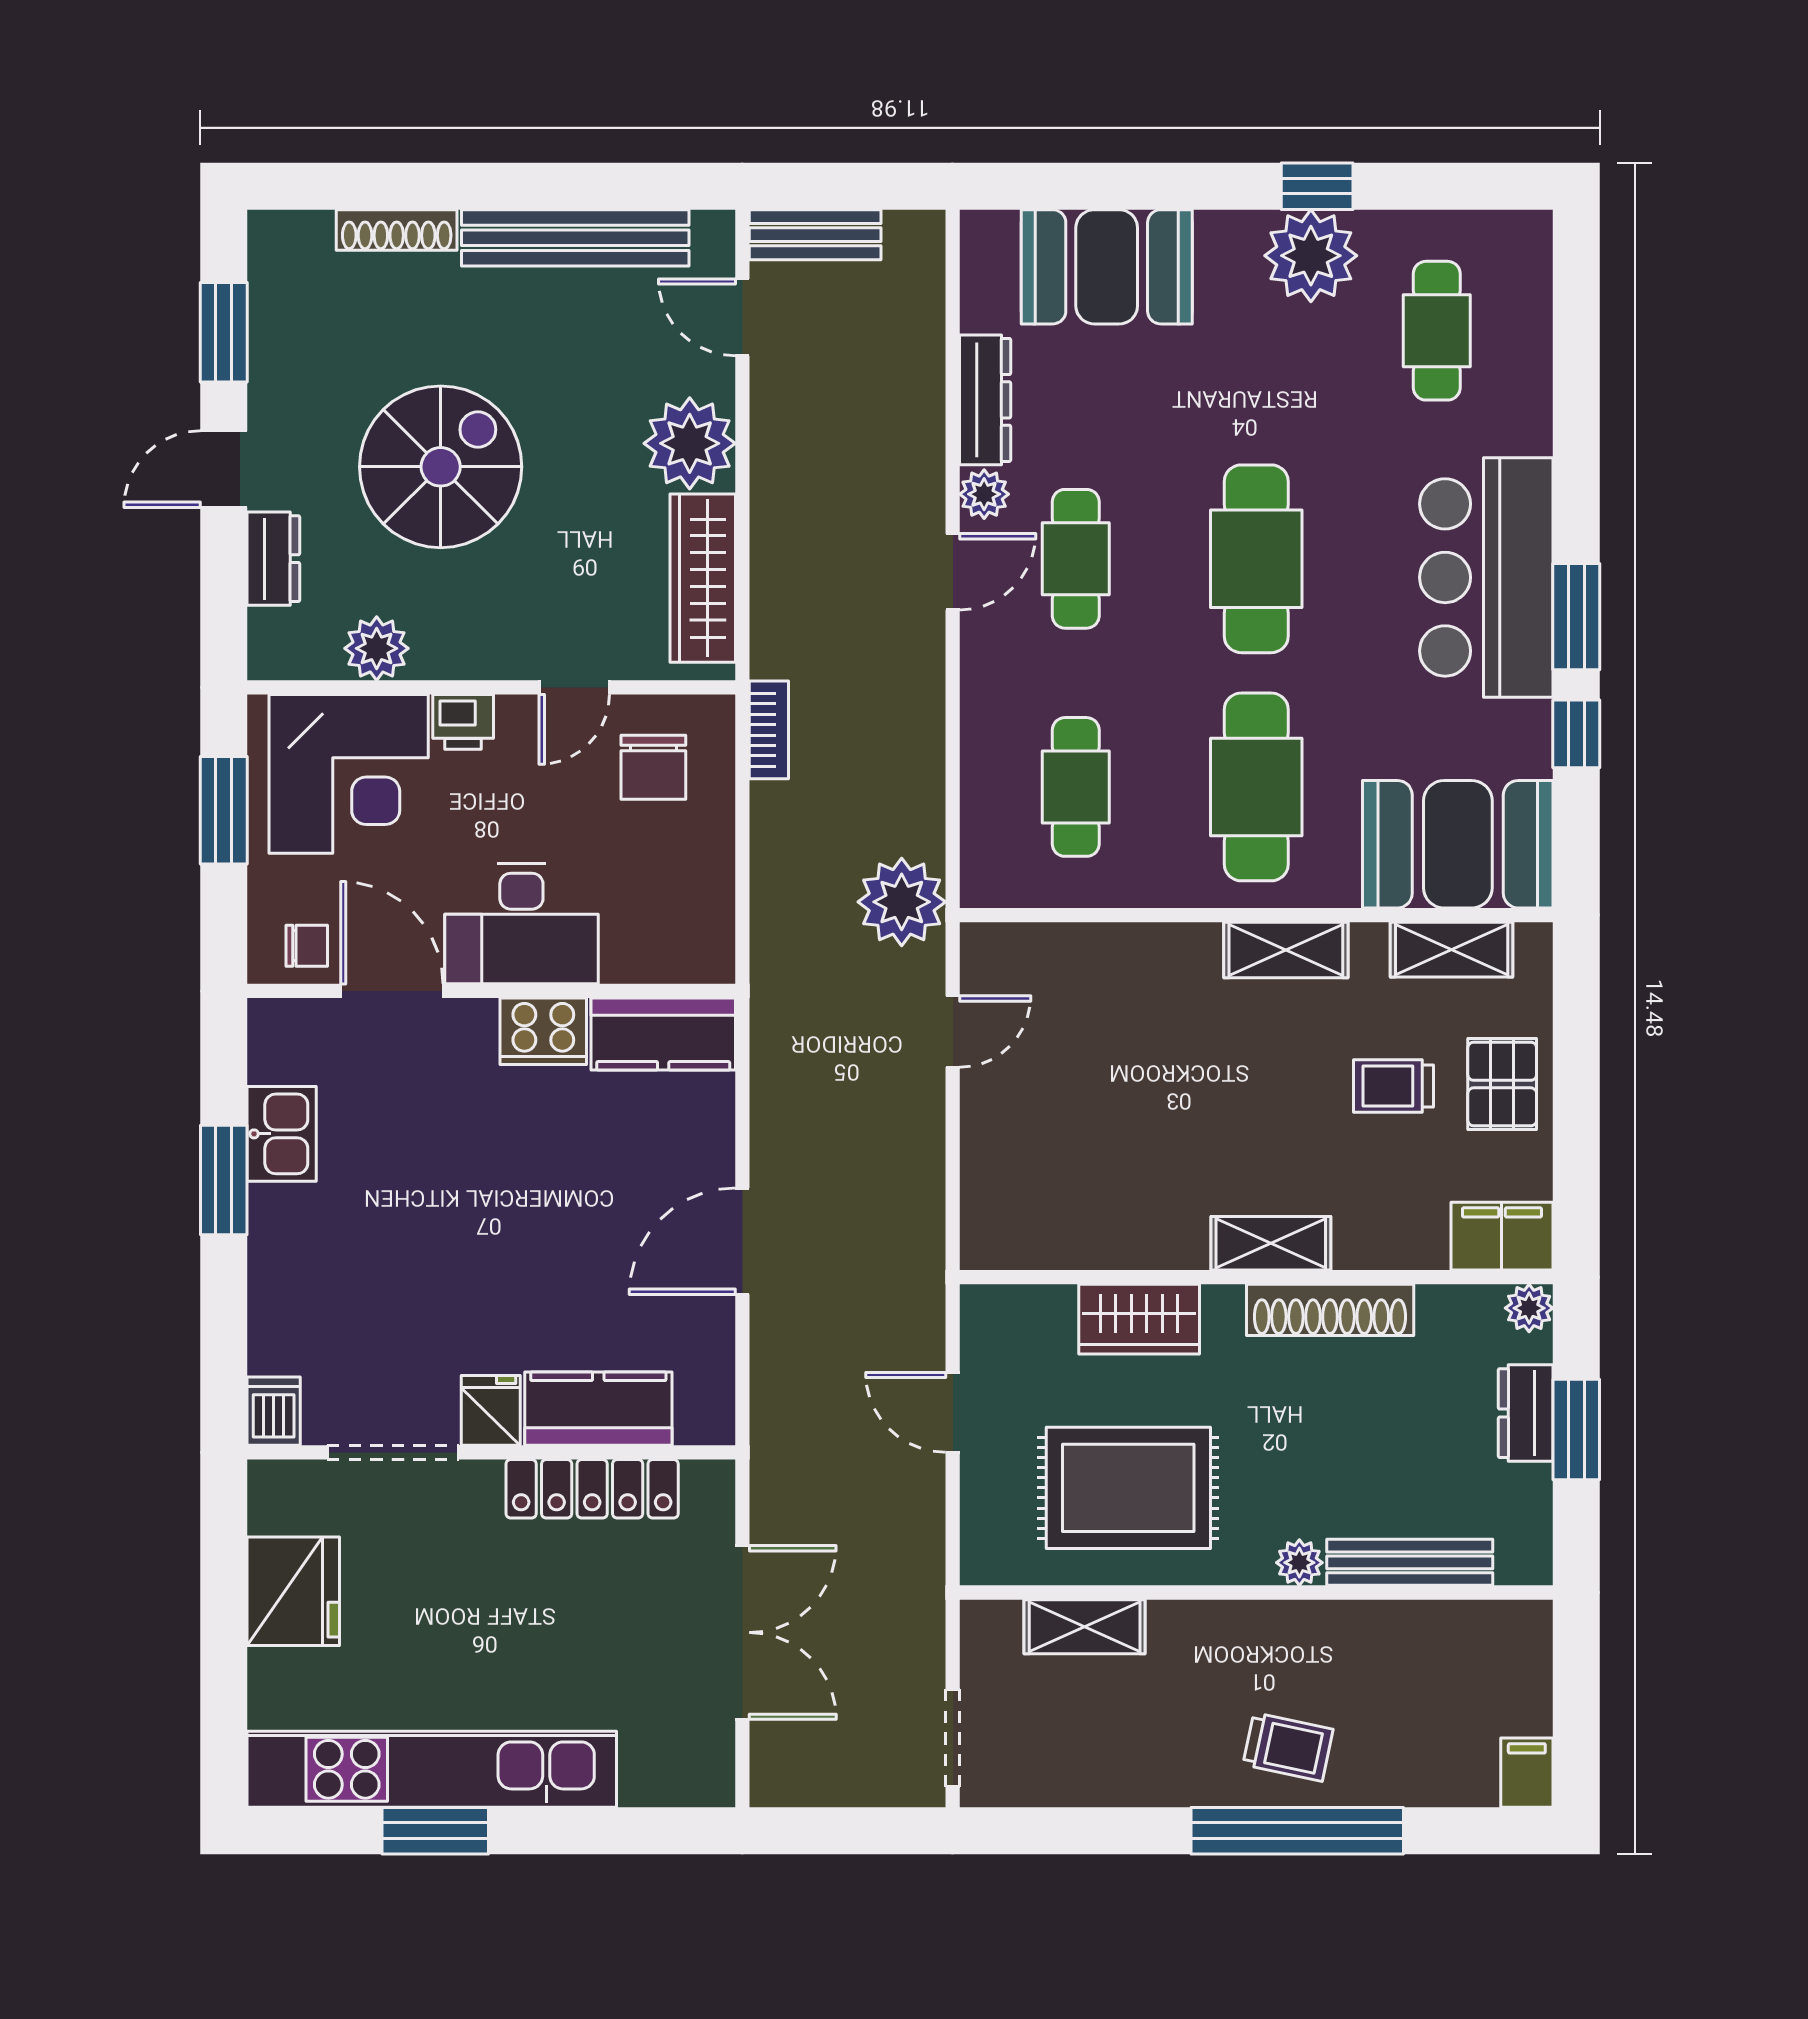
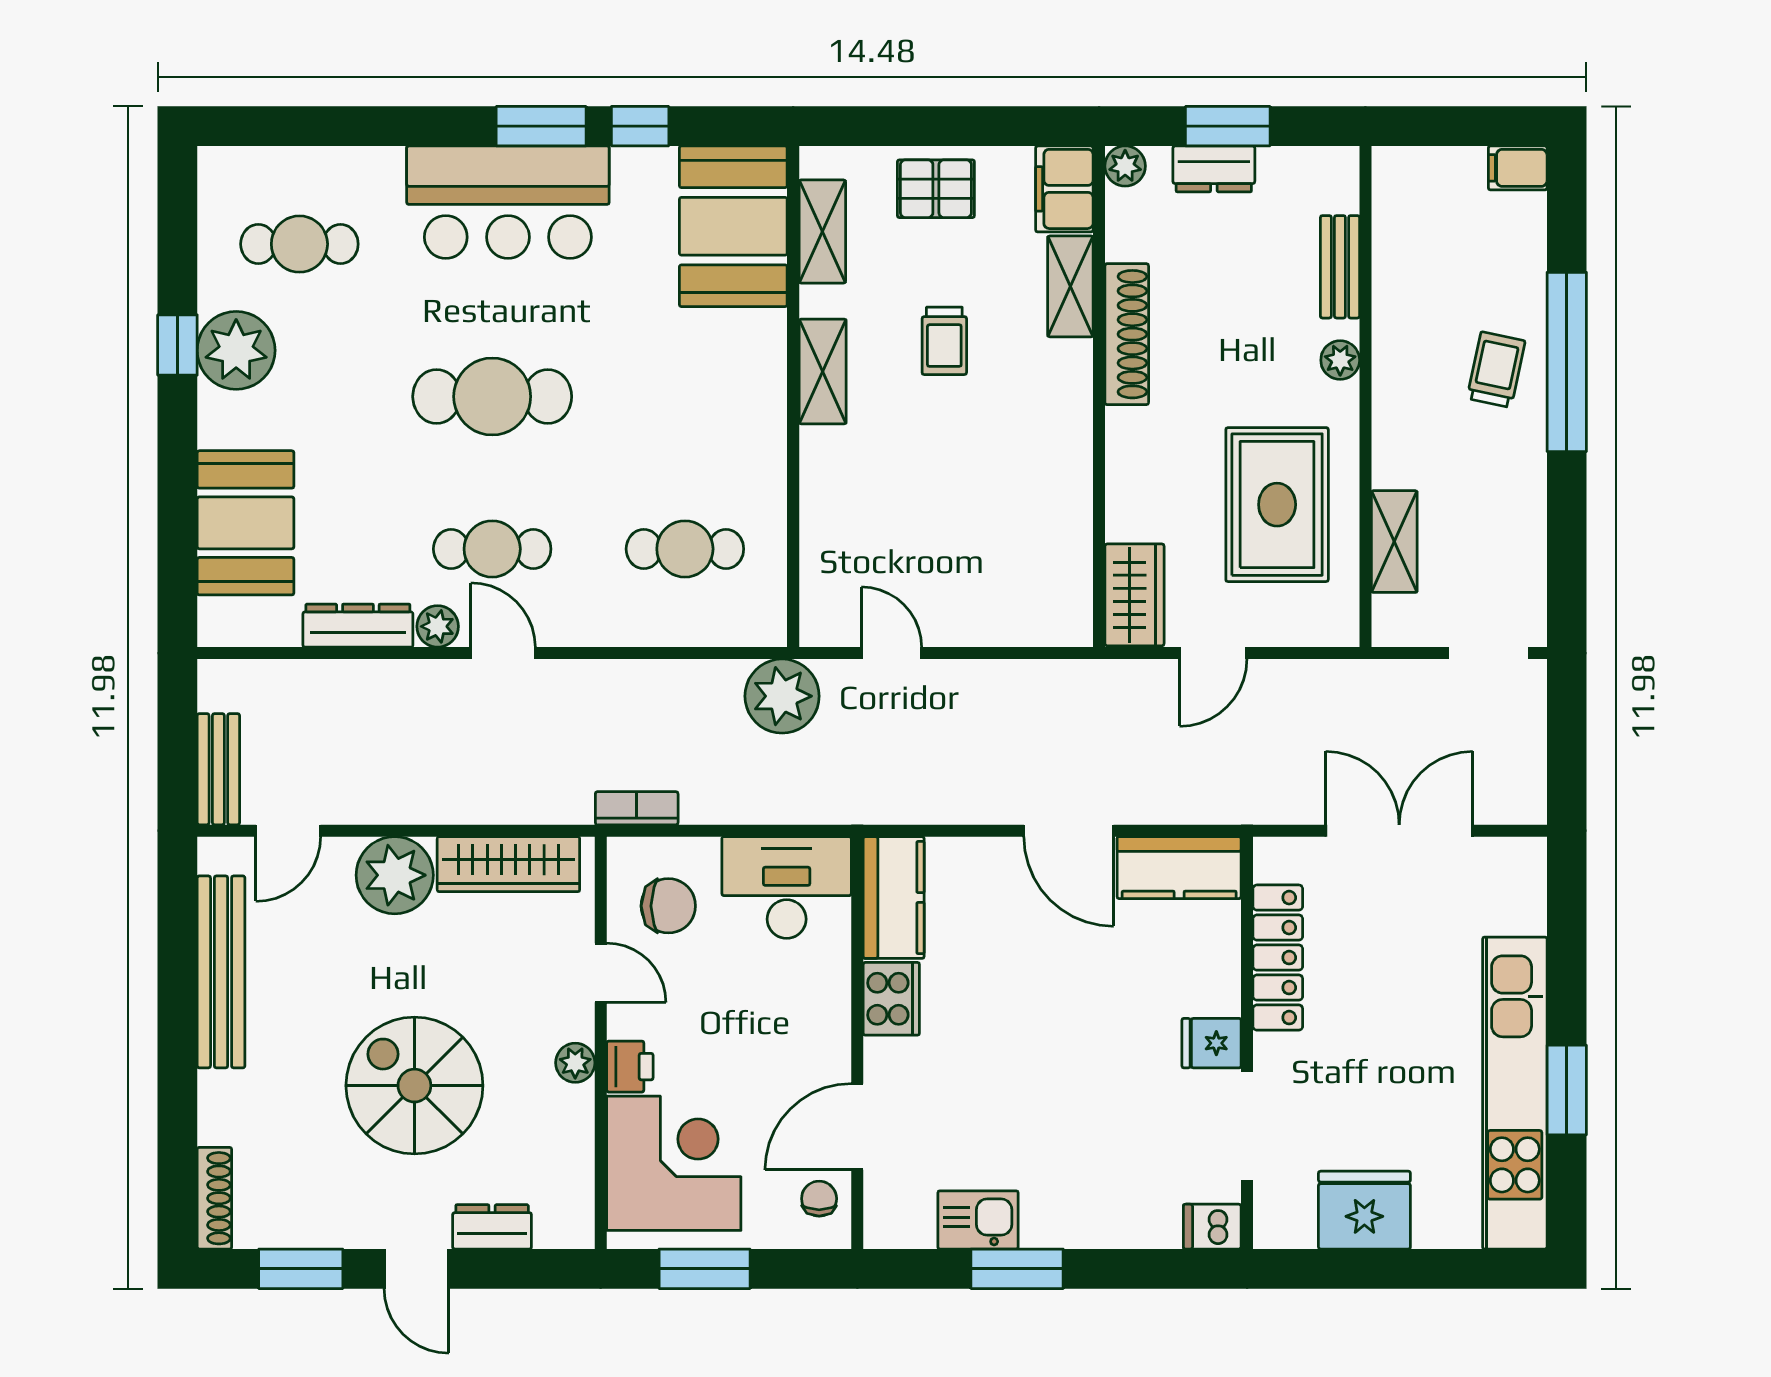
shoe rack: (397, 230) -> (214, 1198), moved
plant: (377, 648) -> (575, 1063), moved, width x0.73, depth x0.73
cafe table: (1256, 787) -> (685, 397), removed
desk: (521, 924) -> (787, 887), moved, turned -90
trolley: (1393, 1086) -> (944, 341), moved
shelving: (1271, 1243) -> (1070, 286), moved
wardrobe: (1139, 1319) -> (1134, 595), moved
kitchen counter: (598, 1409) -> (1179, 868), moved, turned -90
bench: (1410, 1562) -> (1340, 267), width x0.73

